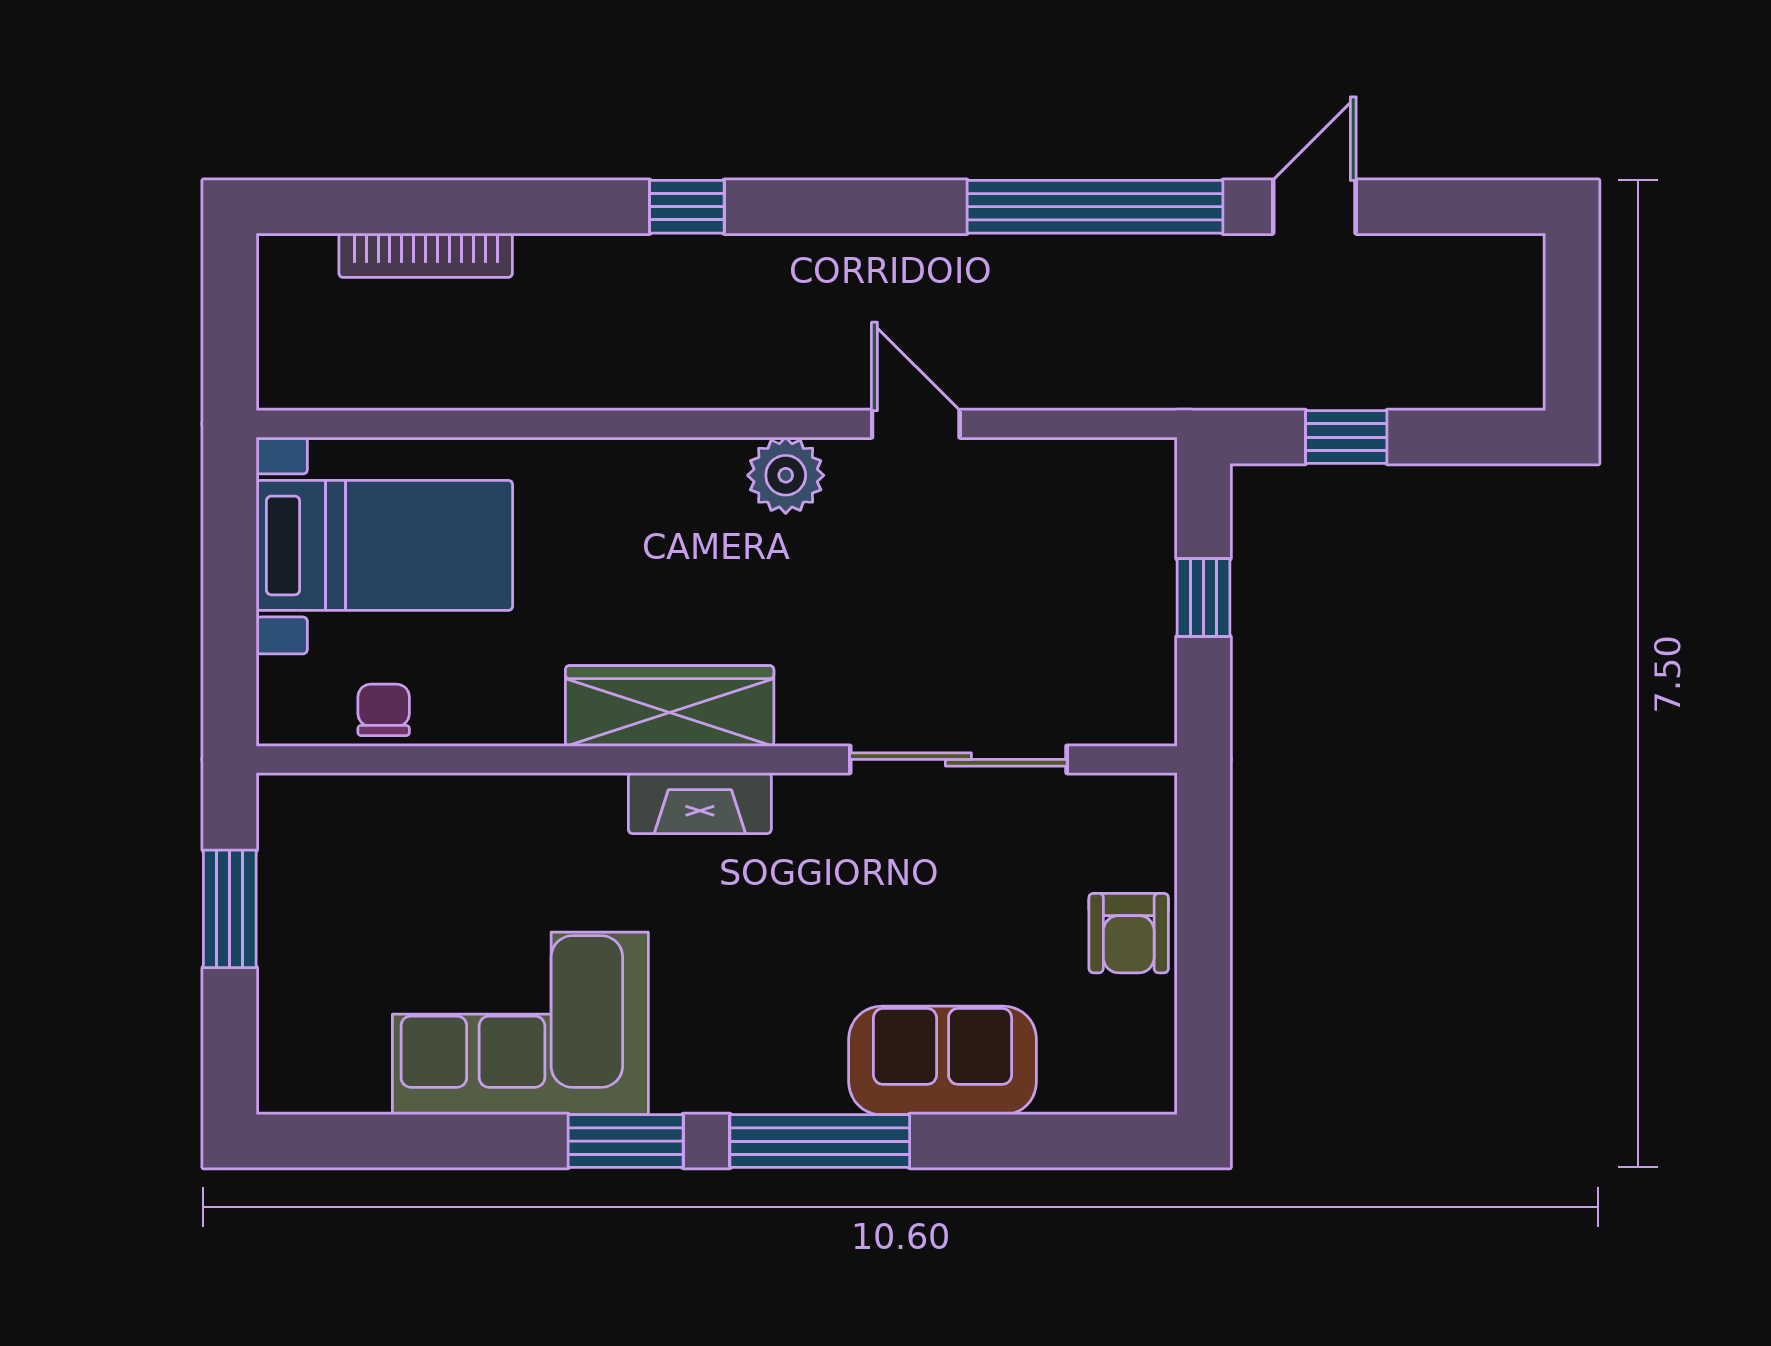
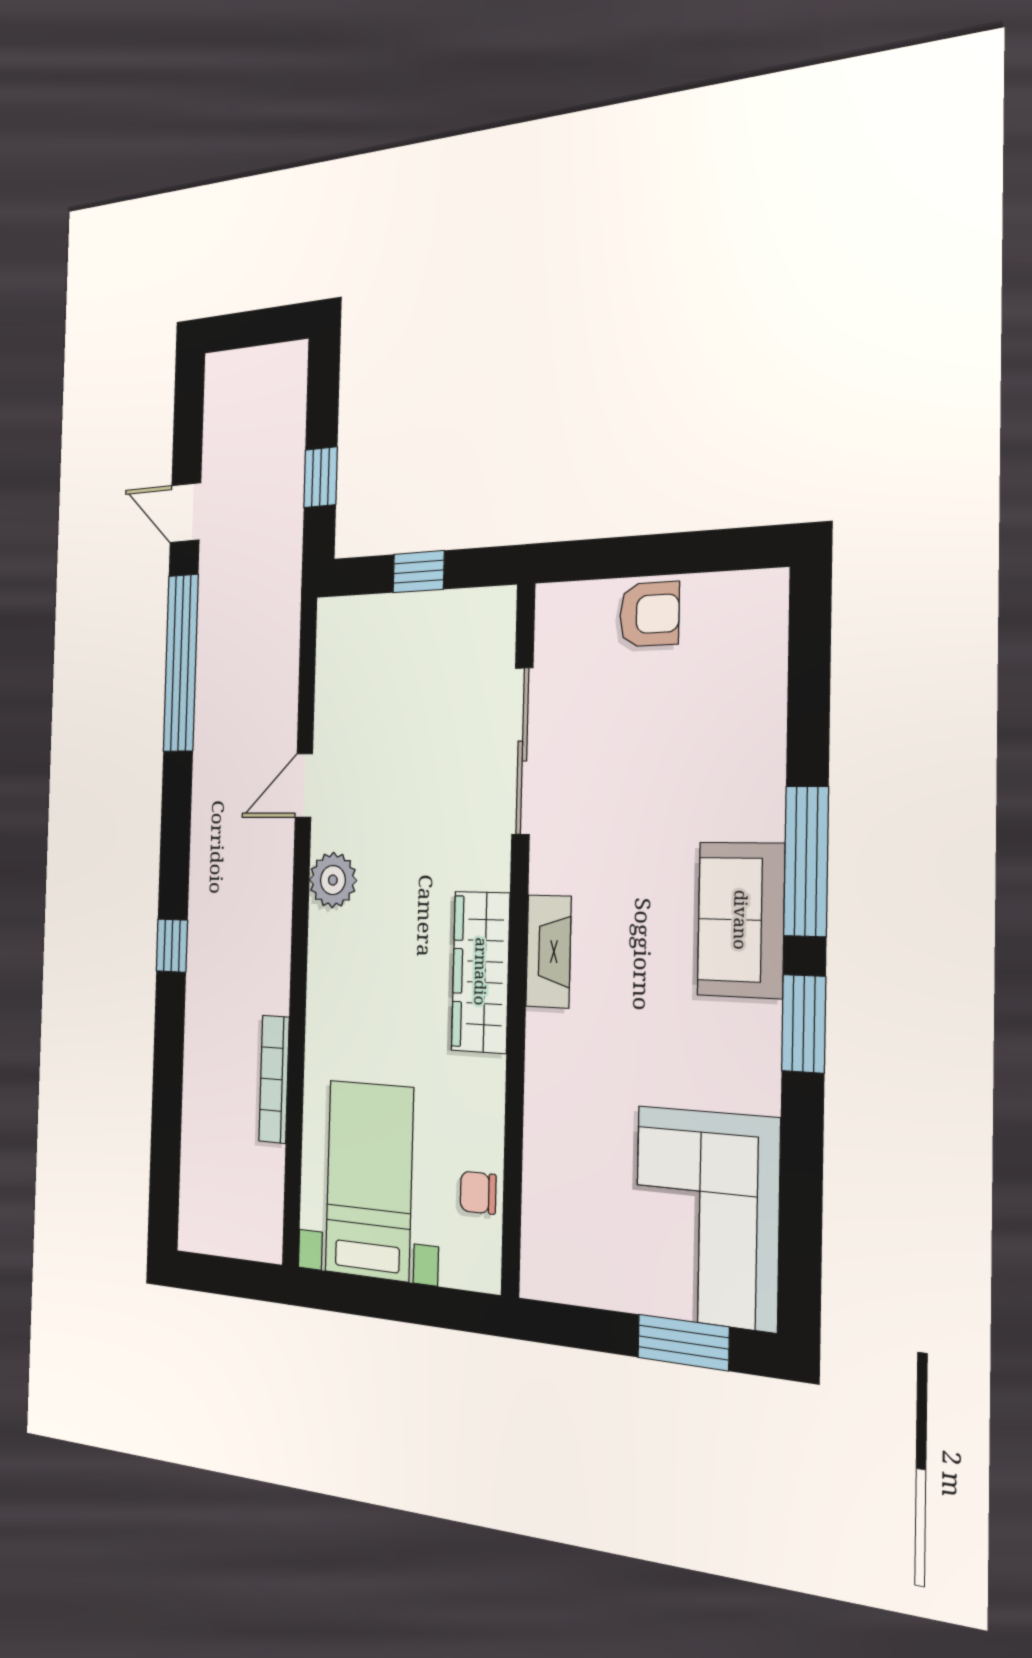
bookcase: (426, 255) -> (274, 1079), moved, turned 180
window: (230, 909) -> (683, 1342), moved
corner sofa: (520, 1023) -> (707, 1217), moved
sofa: (943, 1060) -> (741, 920), moved

